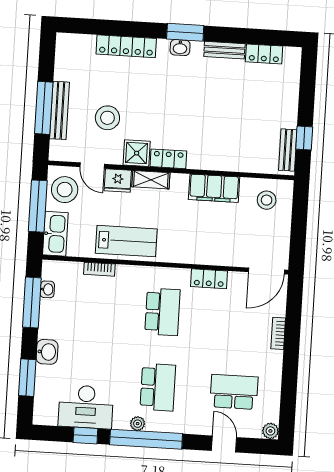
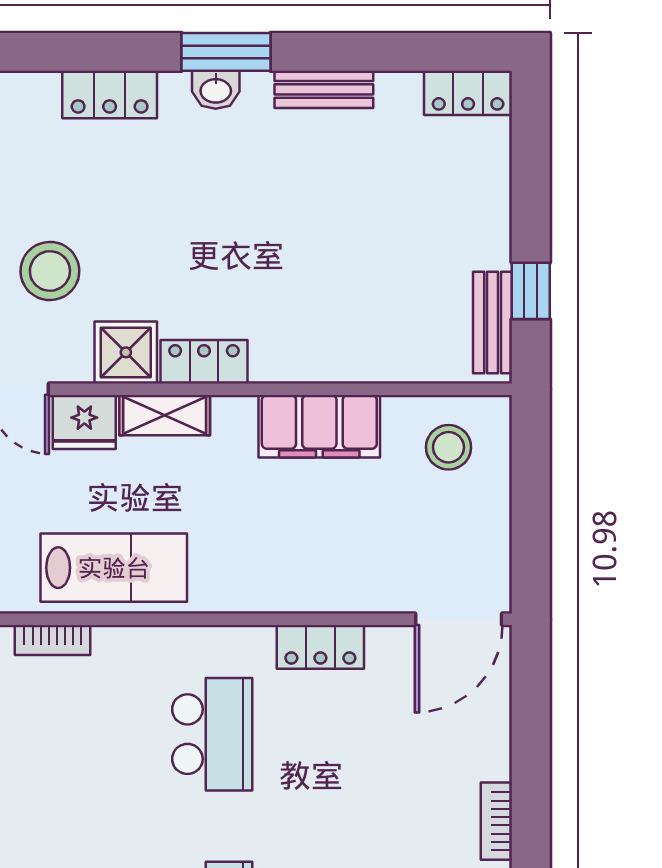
locker: (126, 46) -> (110, 95), width x0.66
locker: (264, 54) -> (468, 93), moved
bookcase: (278, 333) -> (496, 821), moved

